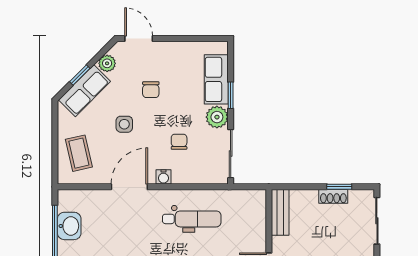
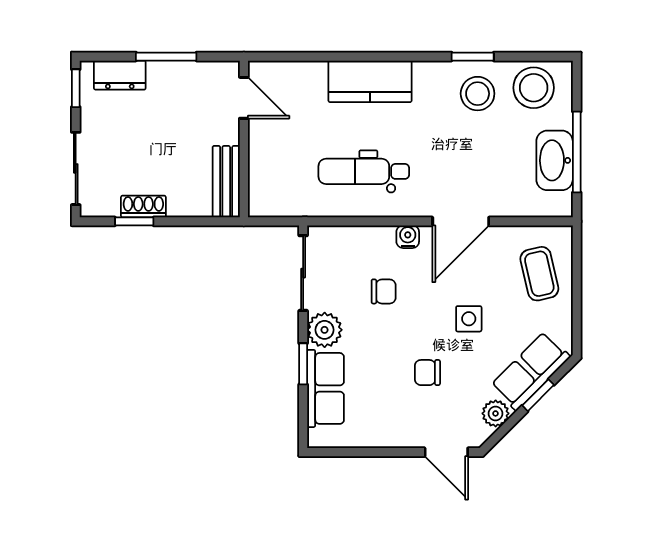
chair: (151, 90) -> (427, 373), turned -90
chair: (179, 142) -> (384, 291), turned -90
washbasin: (69, 226) -> (555, 160), width x1.38

